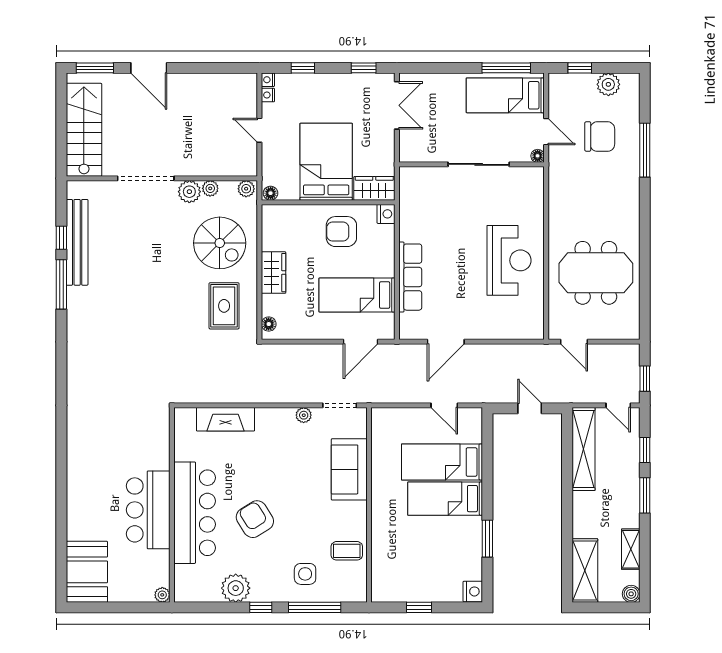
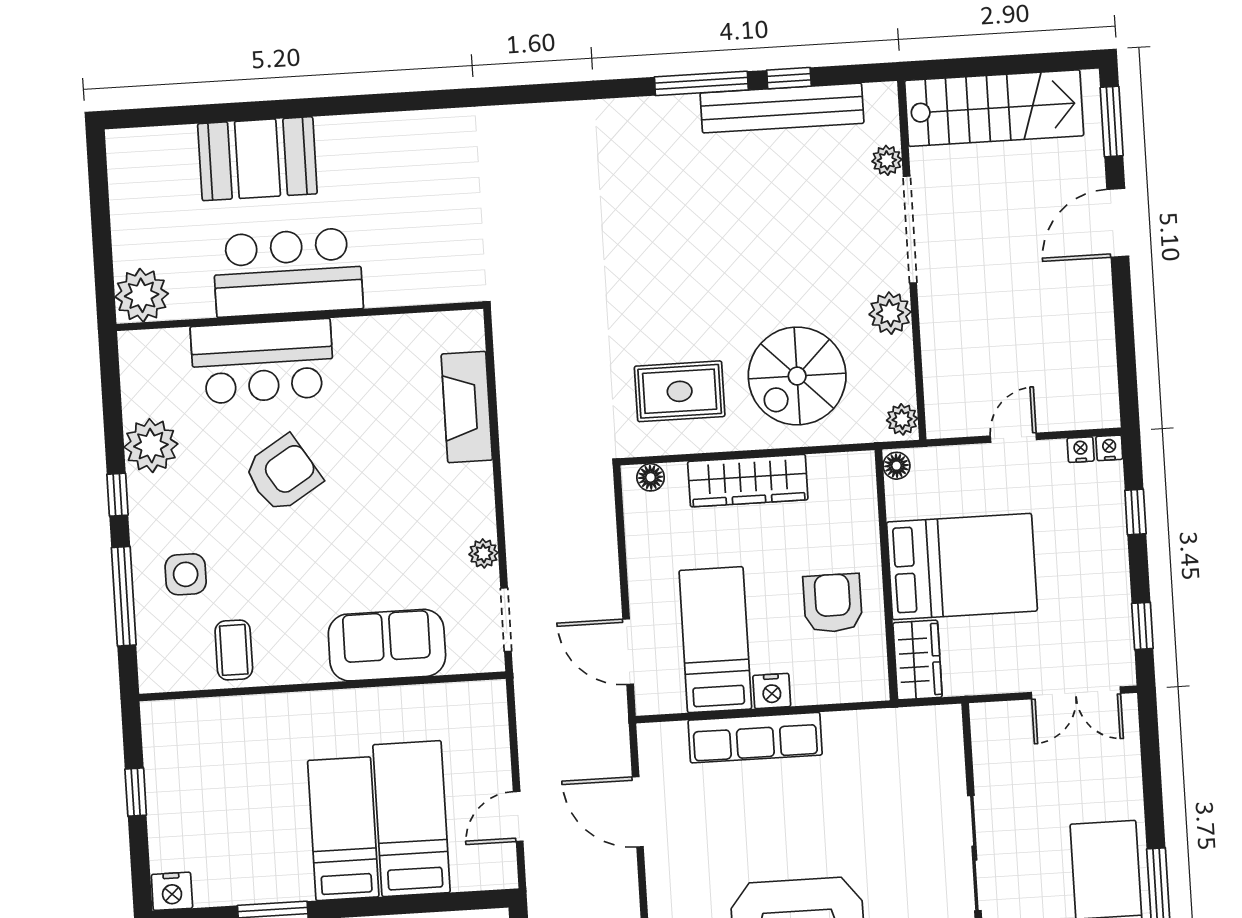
plant: (210, 188) -> (887, 160), moved
nightstand: (386, 214) -> (772, 691), moved
wardrobe: (274, 273) -> (748, 481), width x1.50
bar counter: (195, 513) -> (262, 361), width x0.73
booth: (87, 572) -> (257, 159), moved
plant: (162, 595) -> (142, 295), width x1.88, depth x1.88

